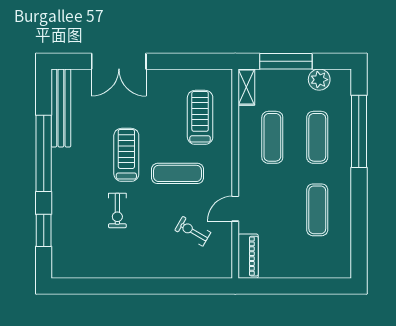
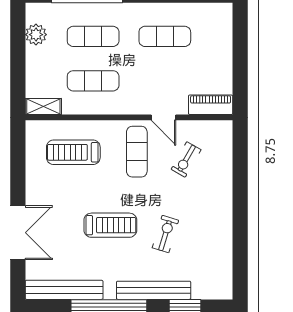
window: (286, 61) -> (18, 68), removed
treadmill: (126, 155) -> (110, 225), turned 180
exercise mat: (178, 173) -> (137, 152), moved
bench: (60, 199) -> (154, 290), added
exercise bike: (117, 211) -> (165, 234), turned -73

